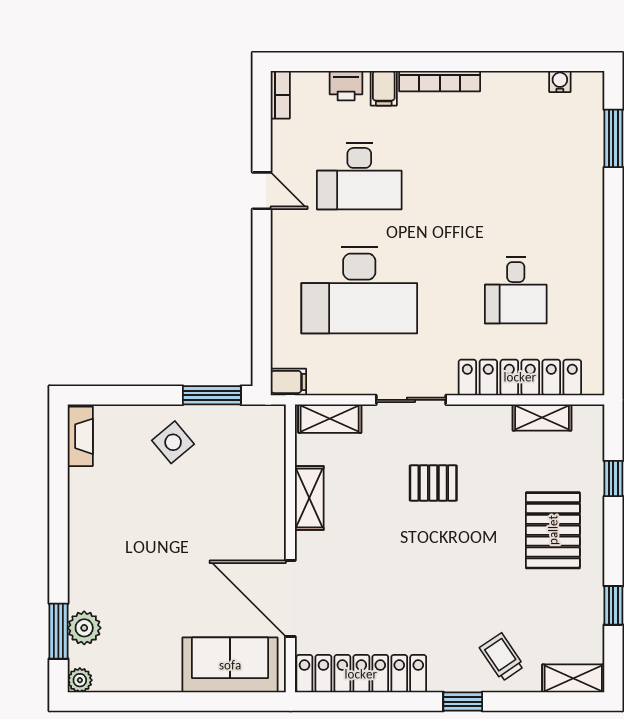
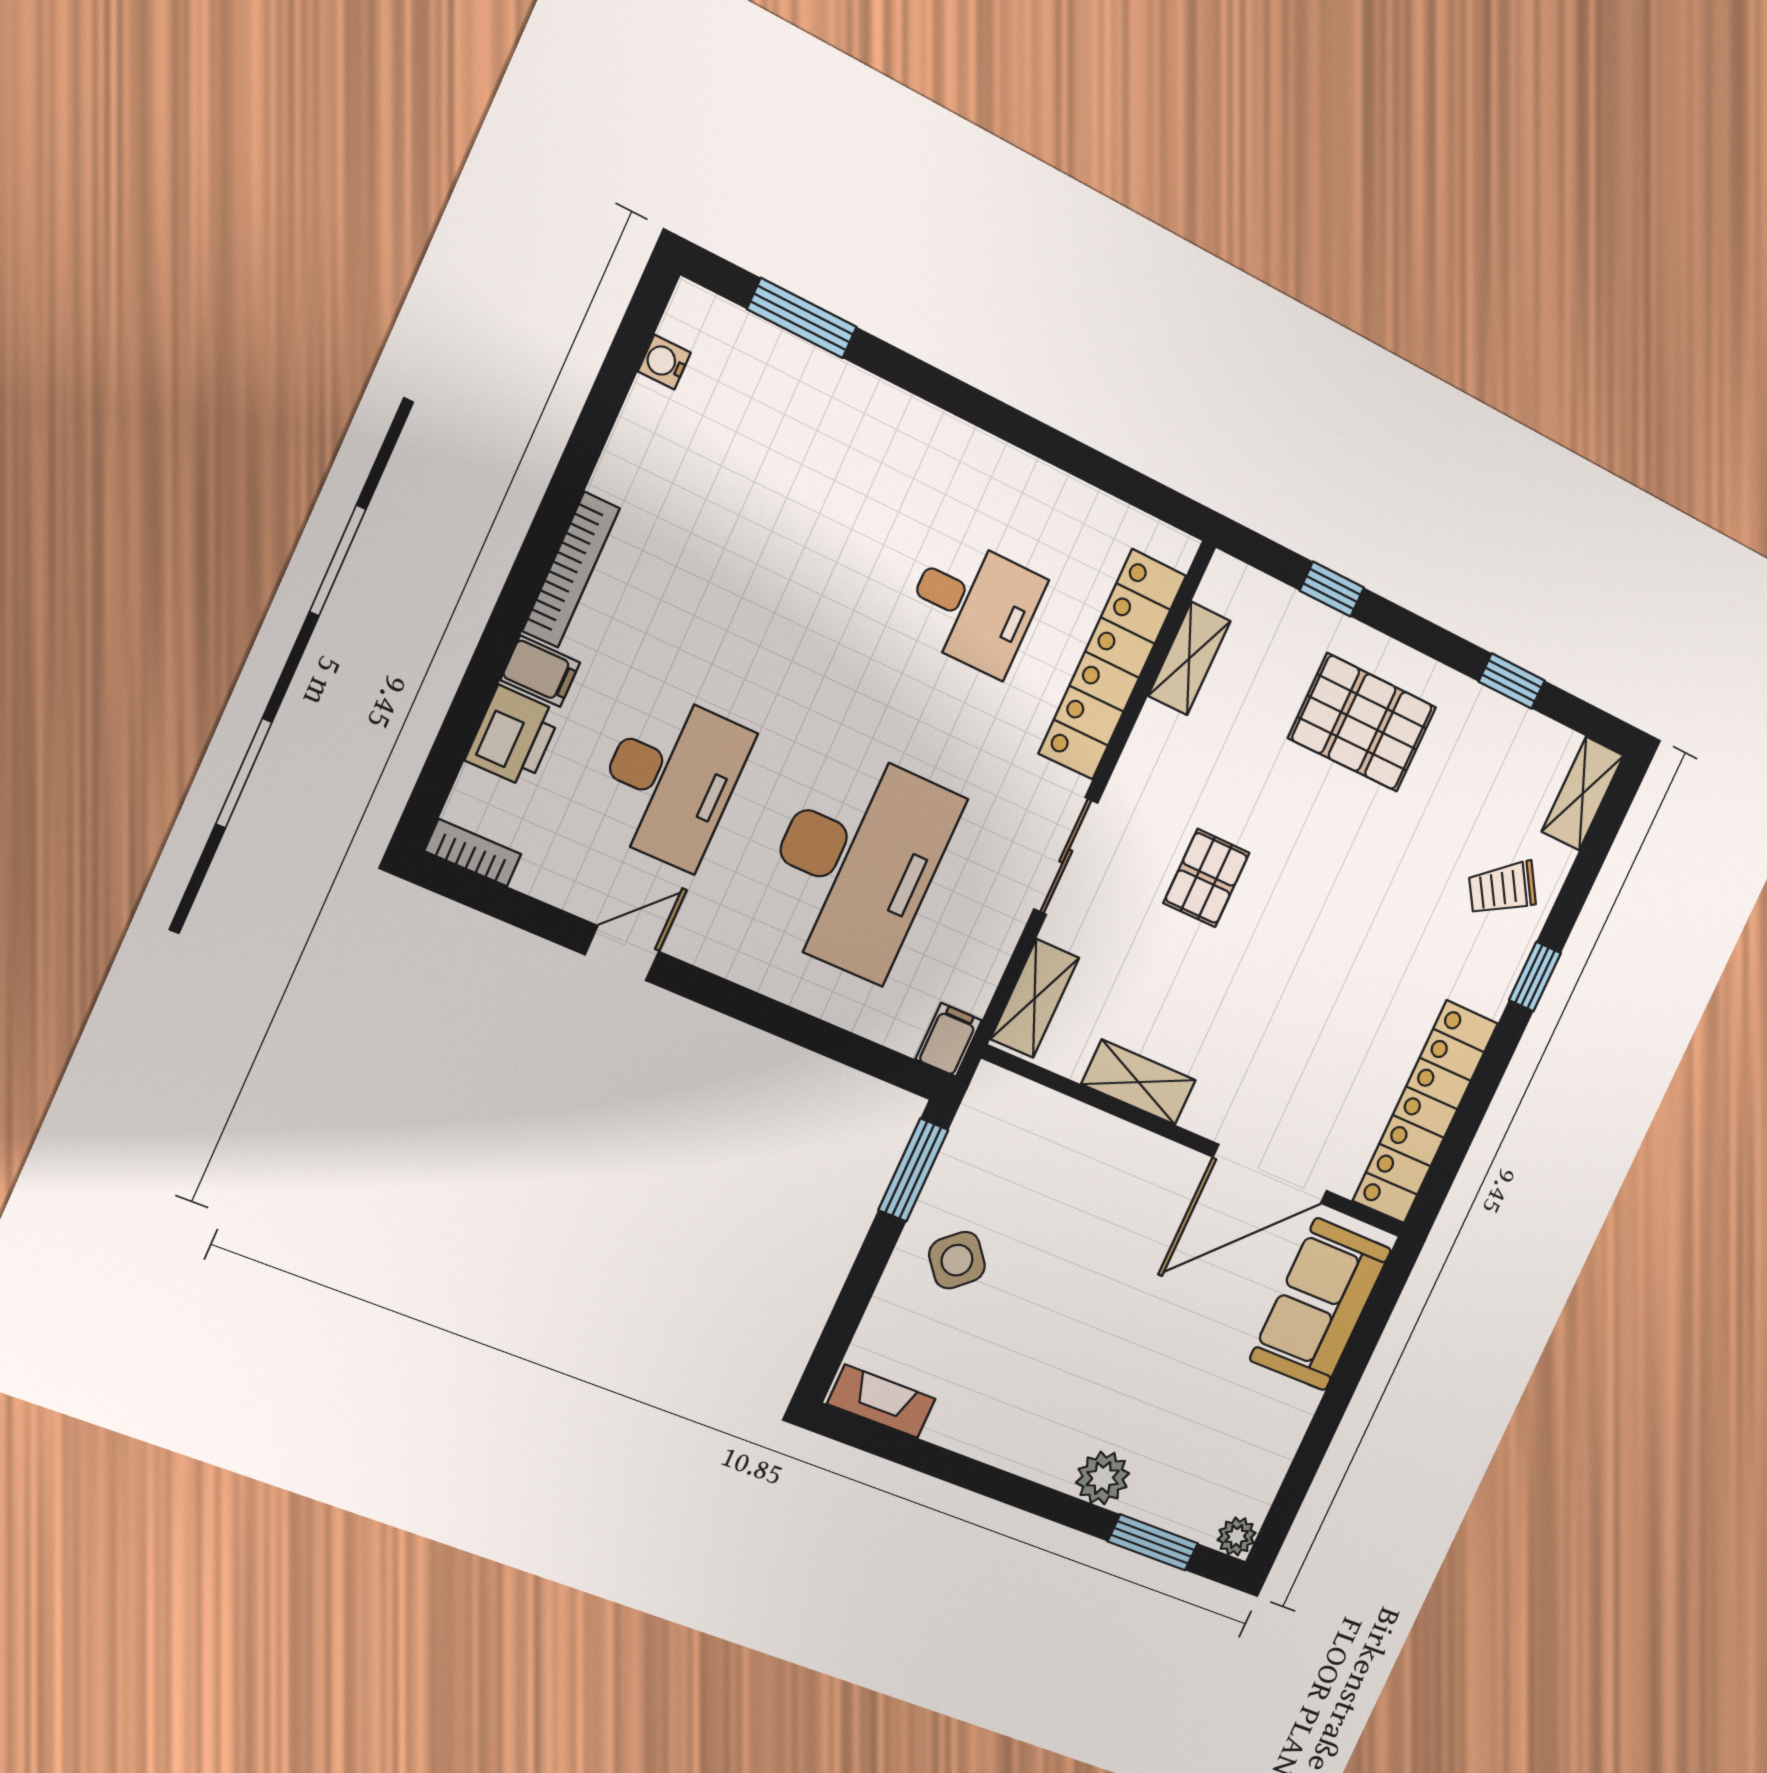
printer: (346, 86) -> (513, 736), width x1.36, depth x1.24
plant: (84, 628) -> (1103, 1478), moved

